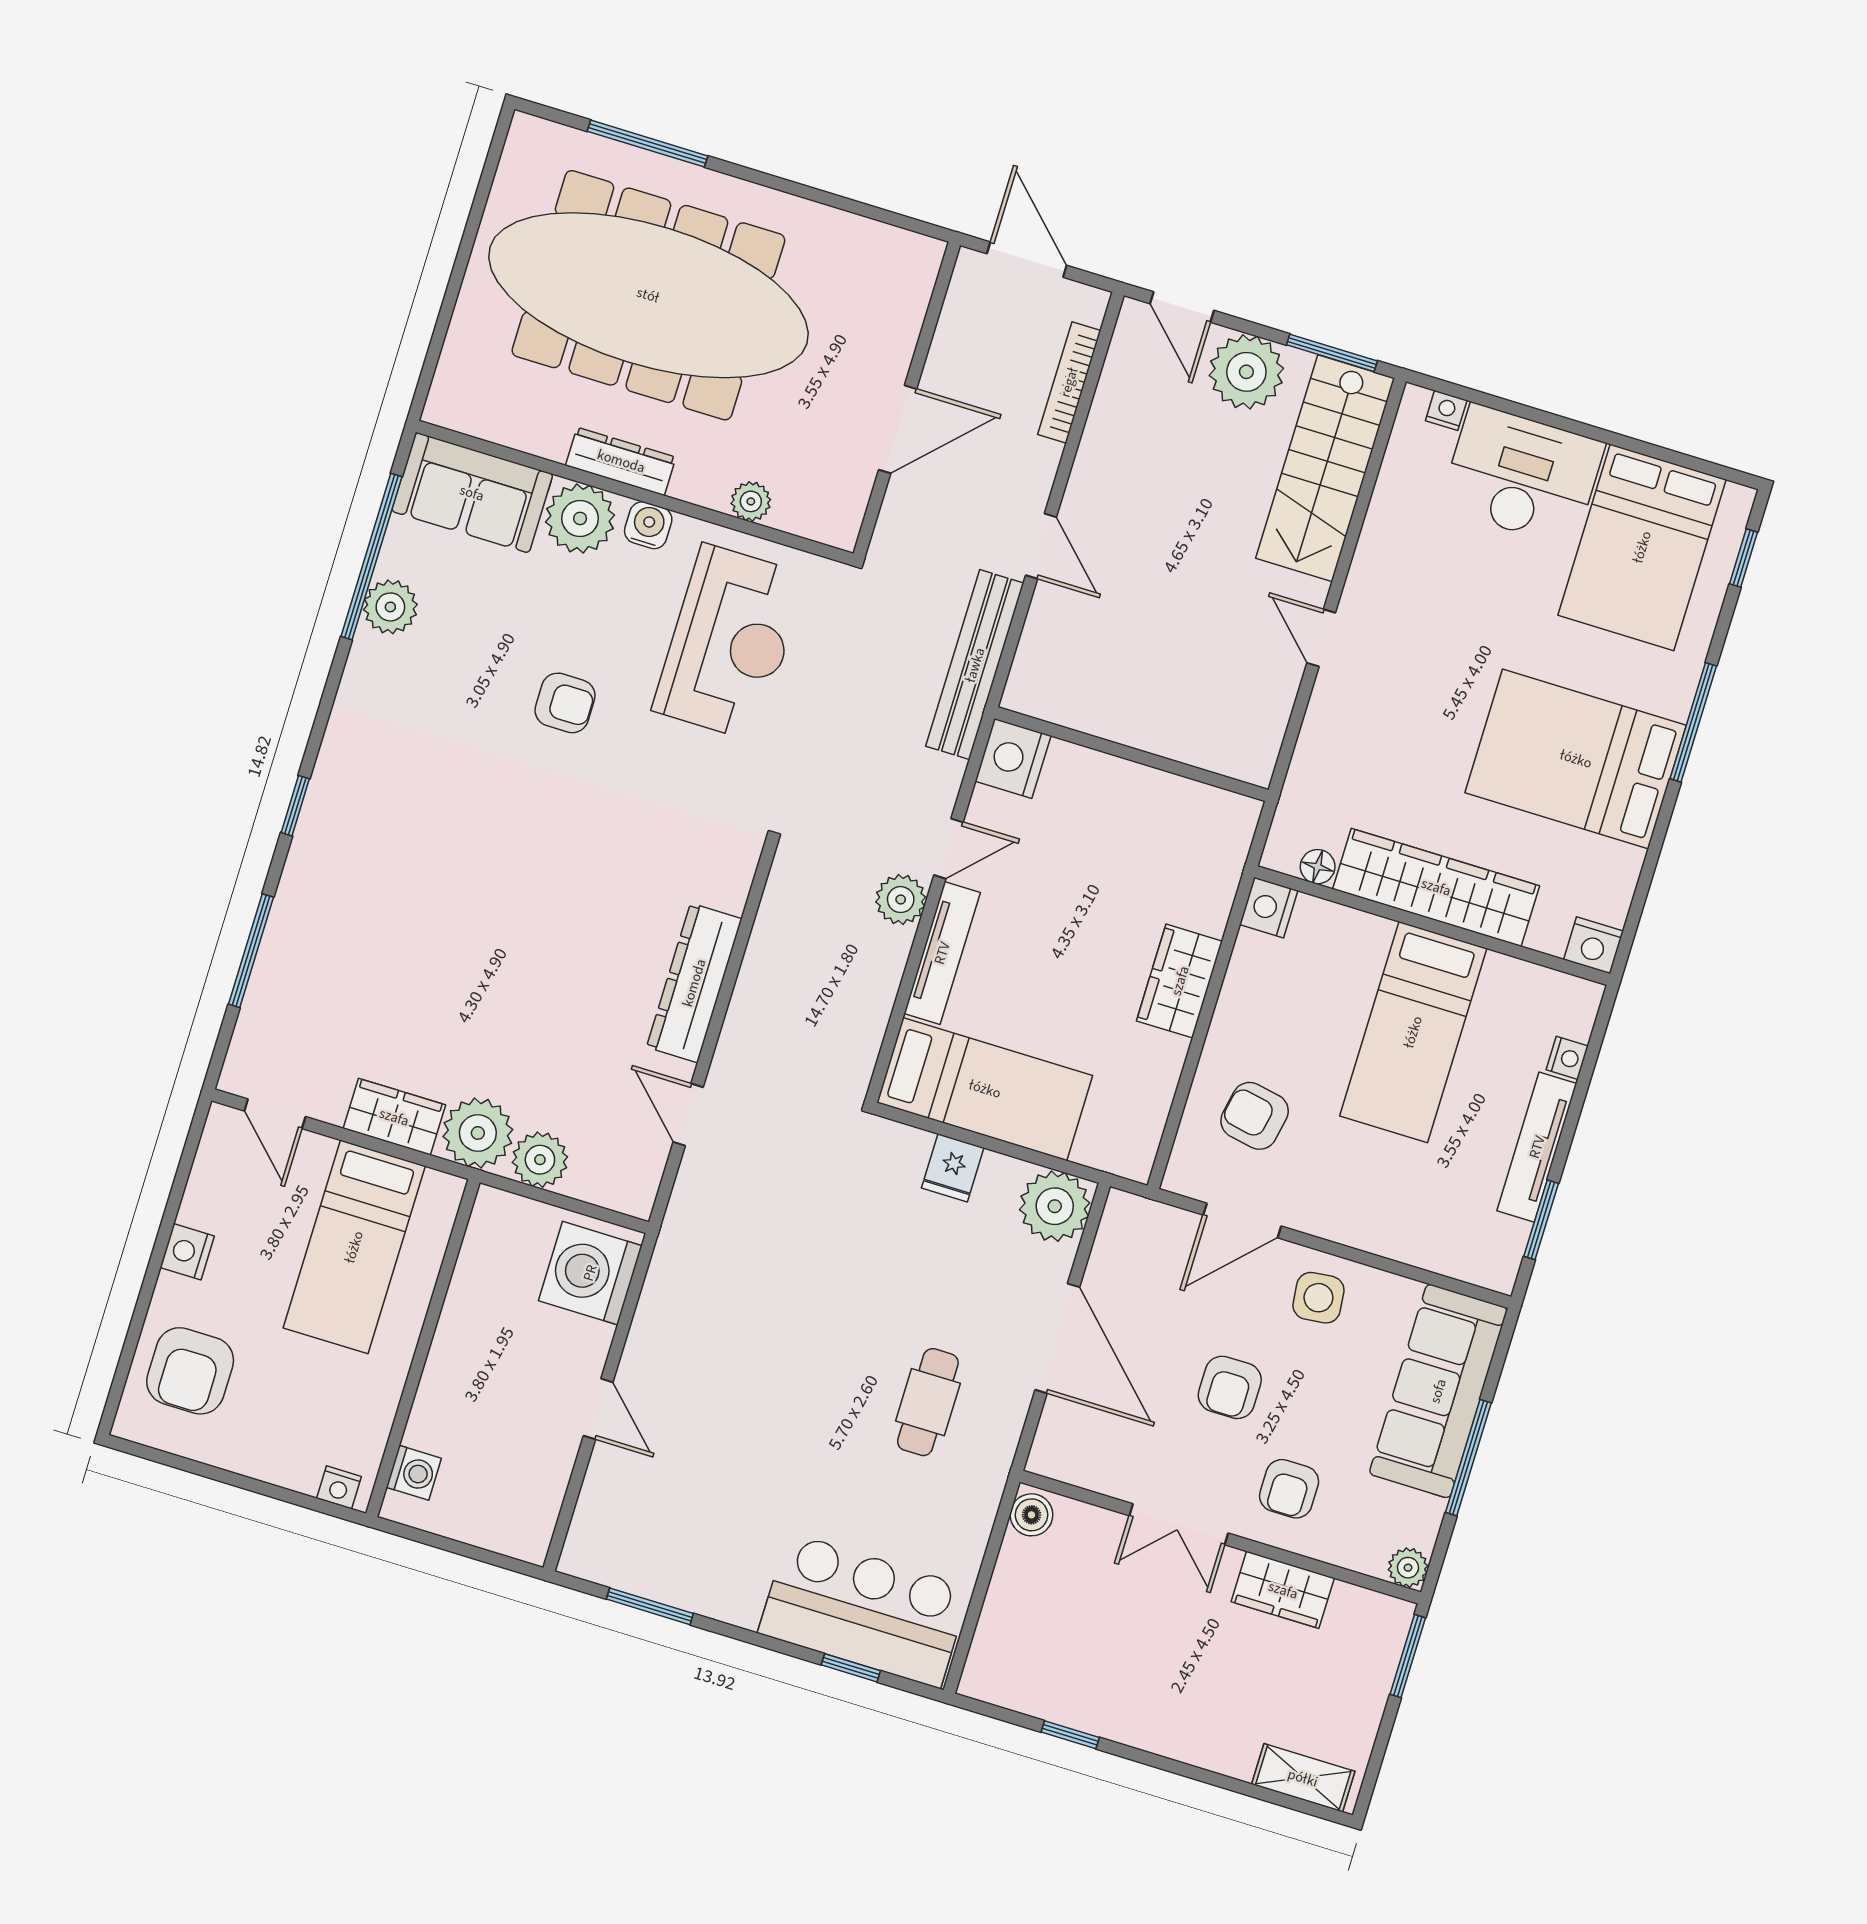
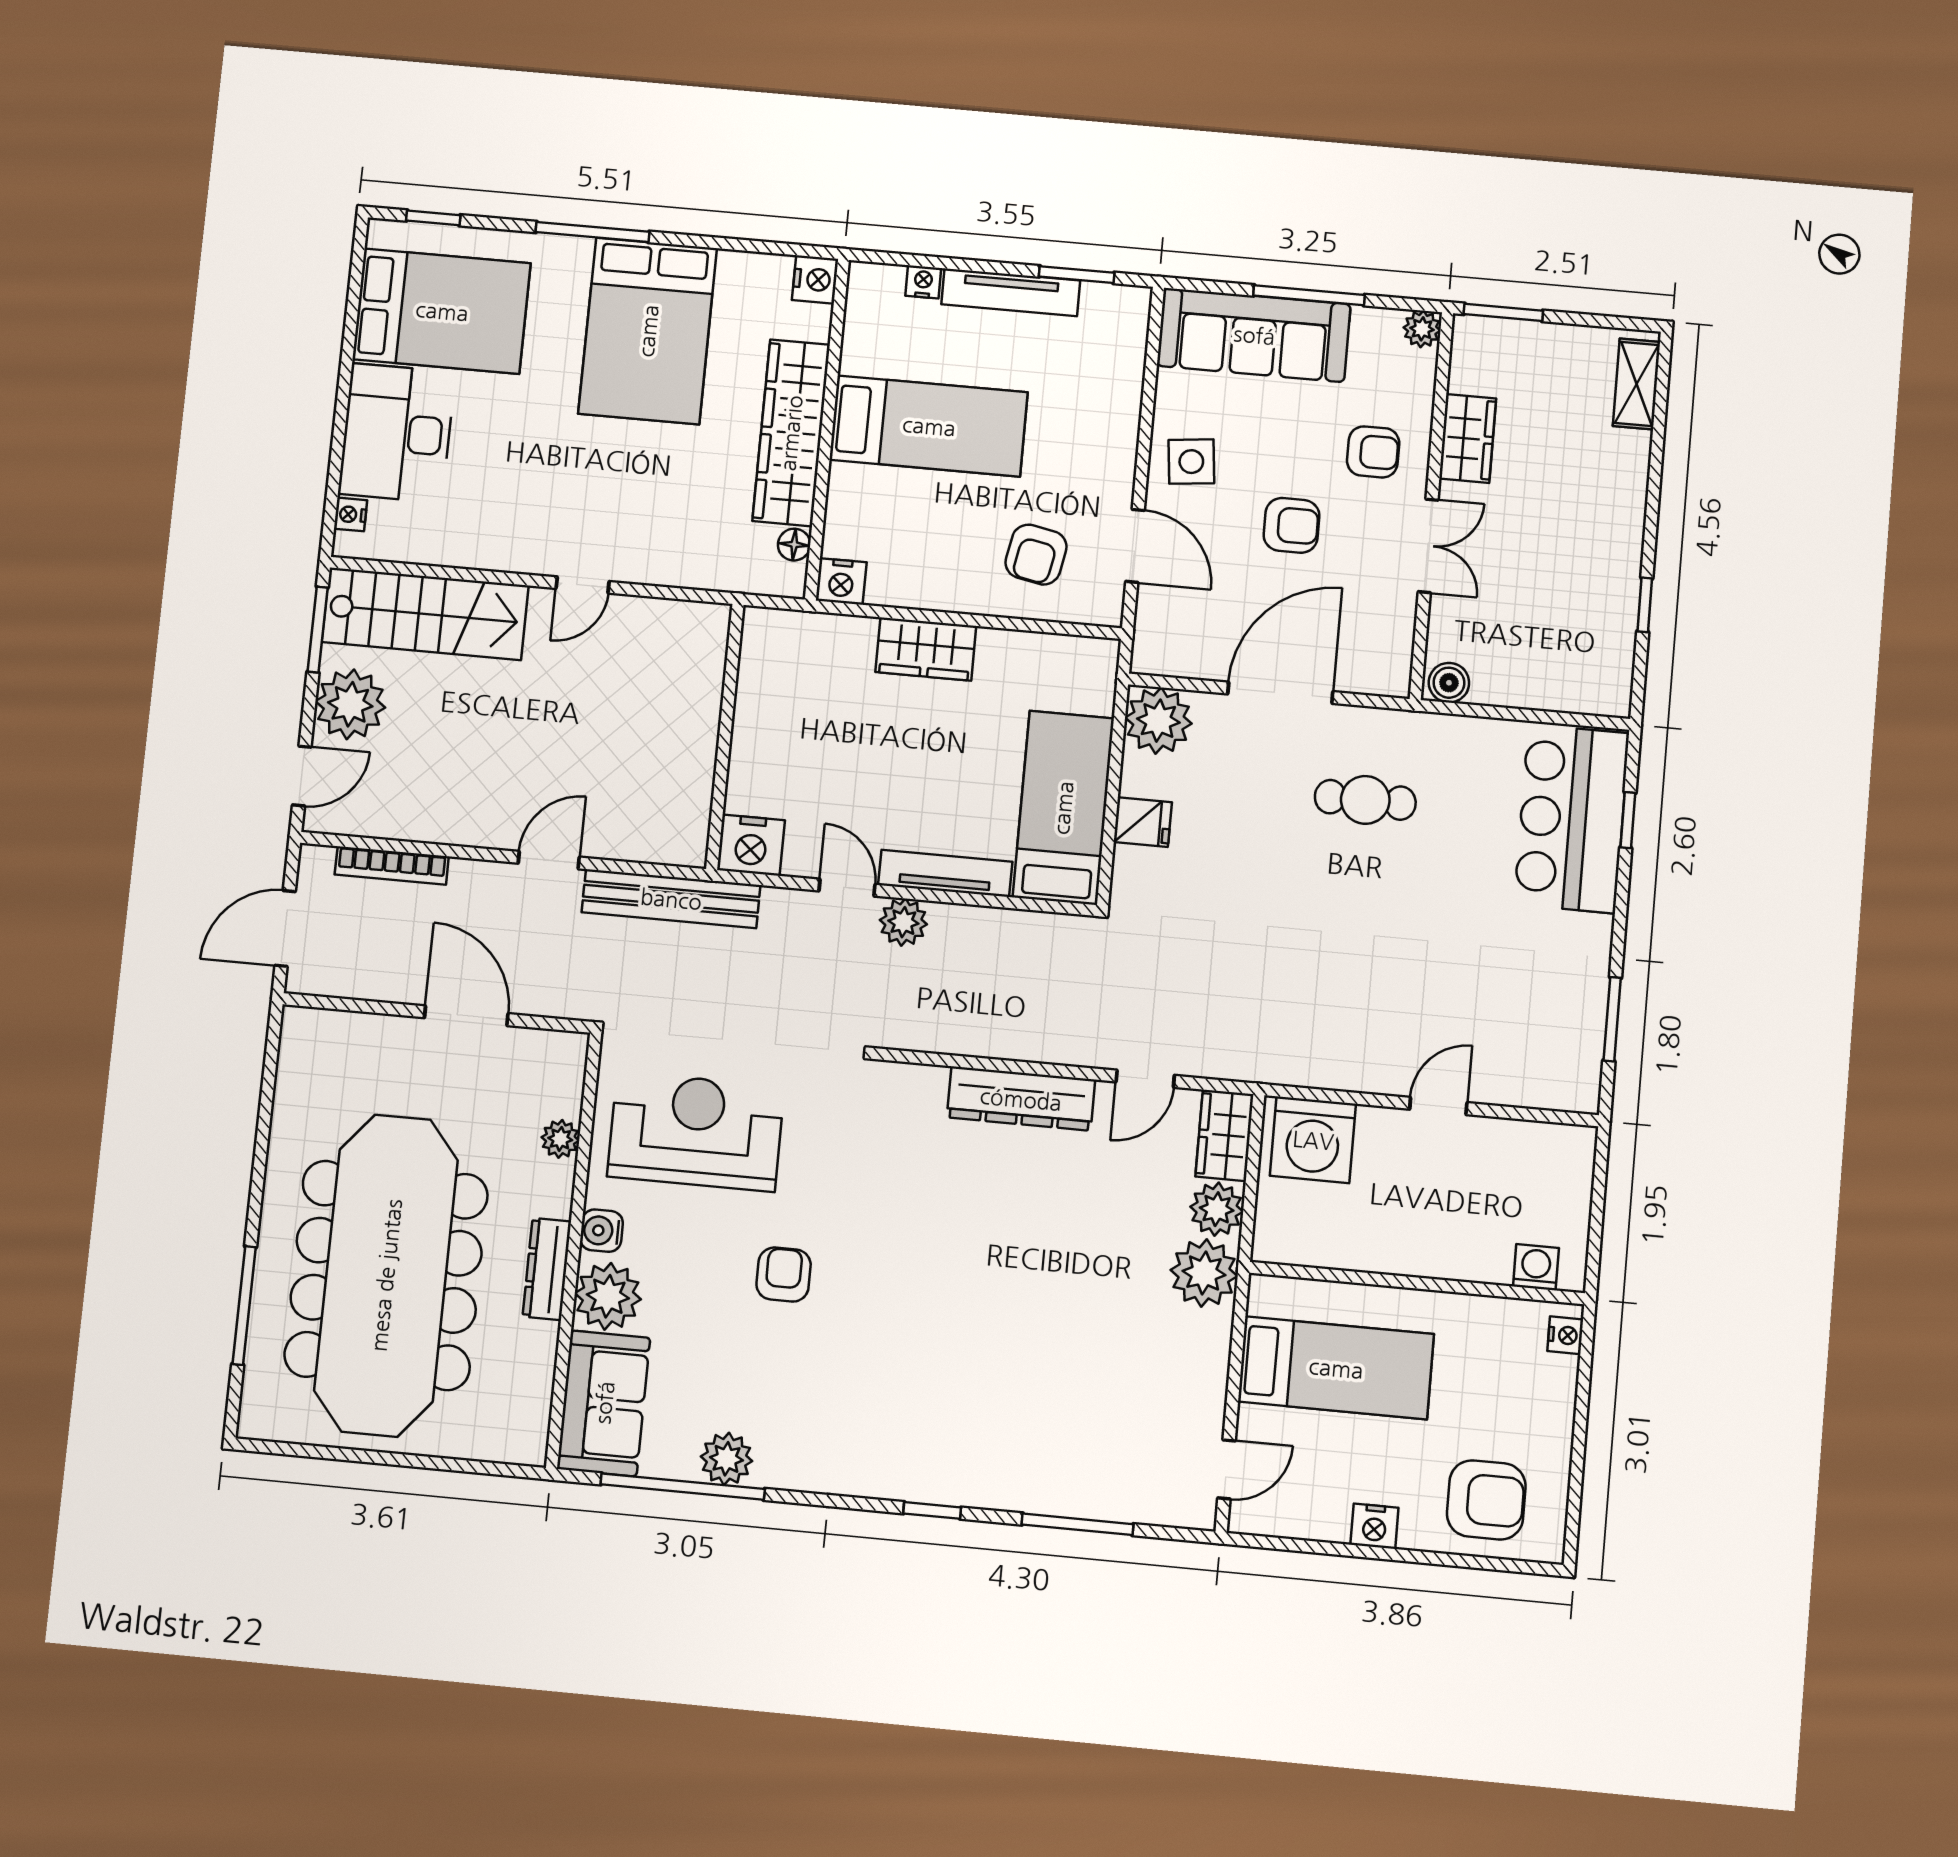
wardrobe: (394, 1117) -> (1224, 1135), moved

